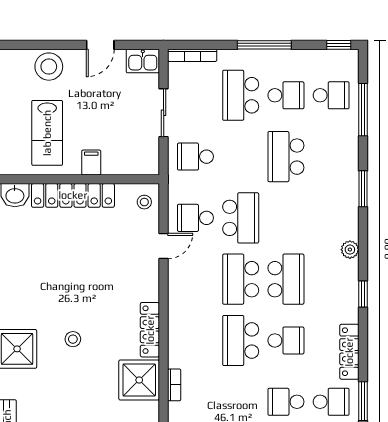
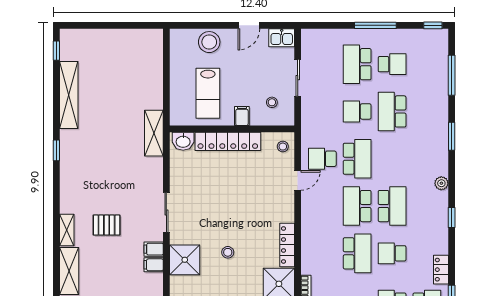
bookcase: (192, 55) -> (320, 33), removed
school desk: (331, 95) -> (427, 64), removed
stool: (130, 145) -> (272, 102), added
school desk: (195, 157) -> (357, 111), moved
school desk: (241, 340) -> (357, 253), turned 180
school desk: (286, 340) -> (392, 253), turned 180
locker: (349, 352) -> (441, 270), width x0.66

